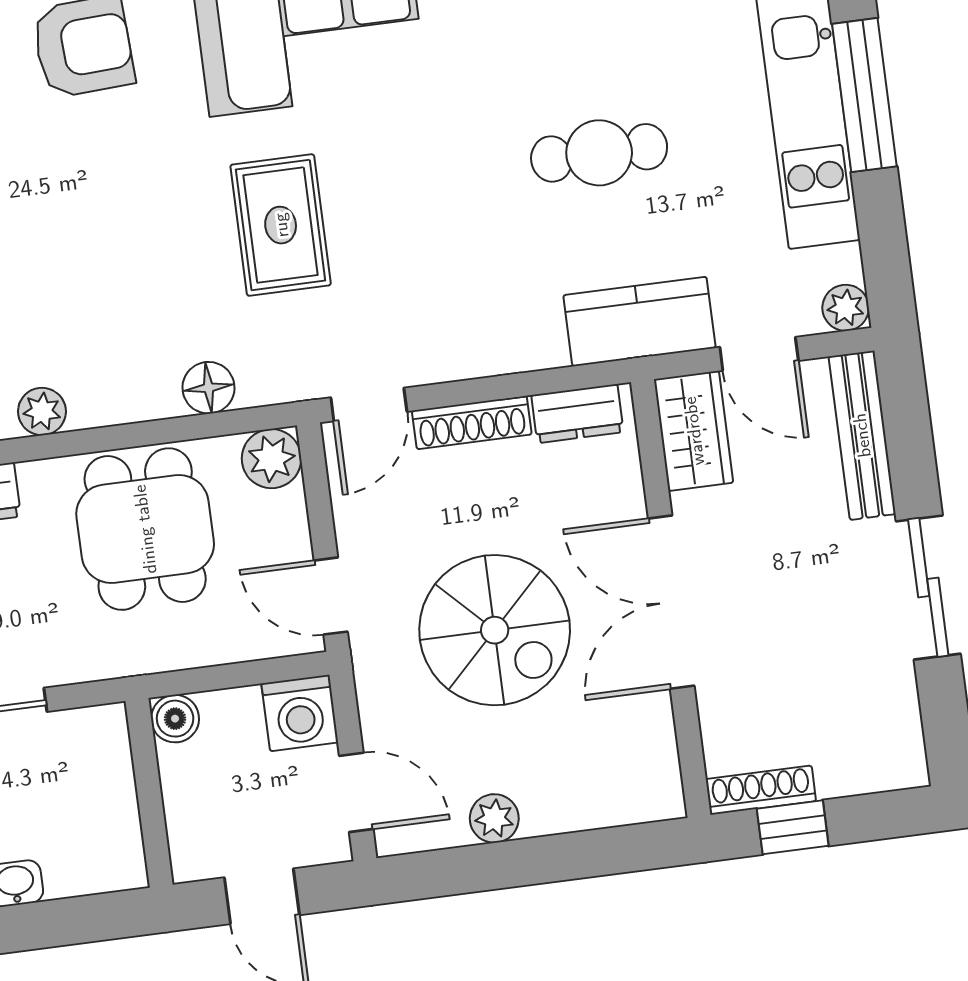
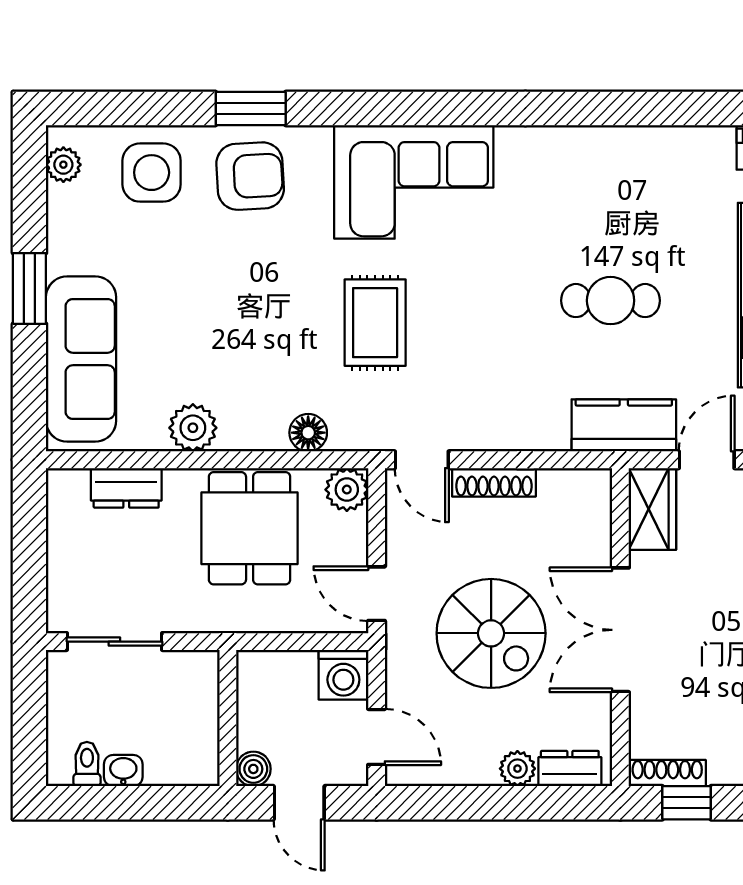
door: (759, 354) -> (707, 460), swing flipped
door: (369, 405) -> (422, 460), hinge flipped
plant: (42, 411) -> (193, 428), width x1.38, depth x1.38
dresser: (577, 414) -> (570, 769), moved, turned 180
boiler: (175, 719) -> (253, 769), moved
plant: (494, 818) -> (517, 769), moved

